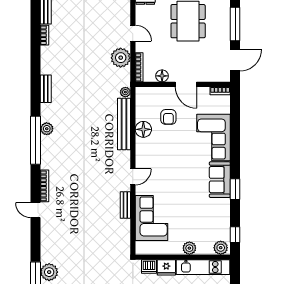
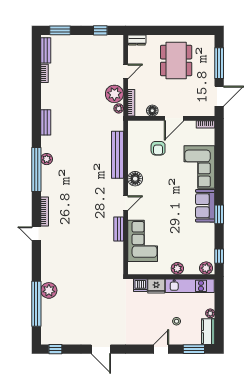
door: (133, 33) -> (126, 71), hinge flipped
door: (186, 84) -> (174, 118), hinge flipped
plant: (125, 92) -> (119, 108), moved
floor lamp: (143, 129) -> (135, 179), moved

